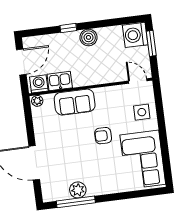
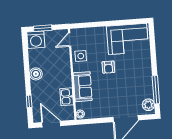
window: (68, 28) -> (29, 101), moved
washing machine: (39, 84) -> (68, 112), removed
side table: (142, 112) -> (81, 56), moved
plant: (78, 190) -> (148, 105), moved

